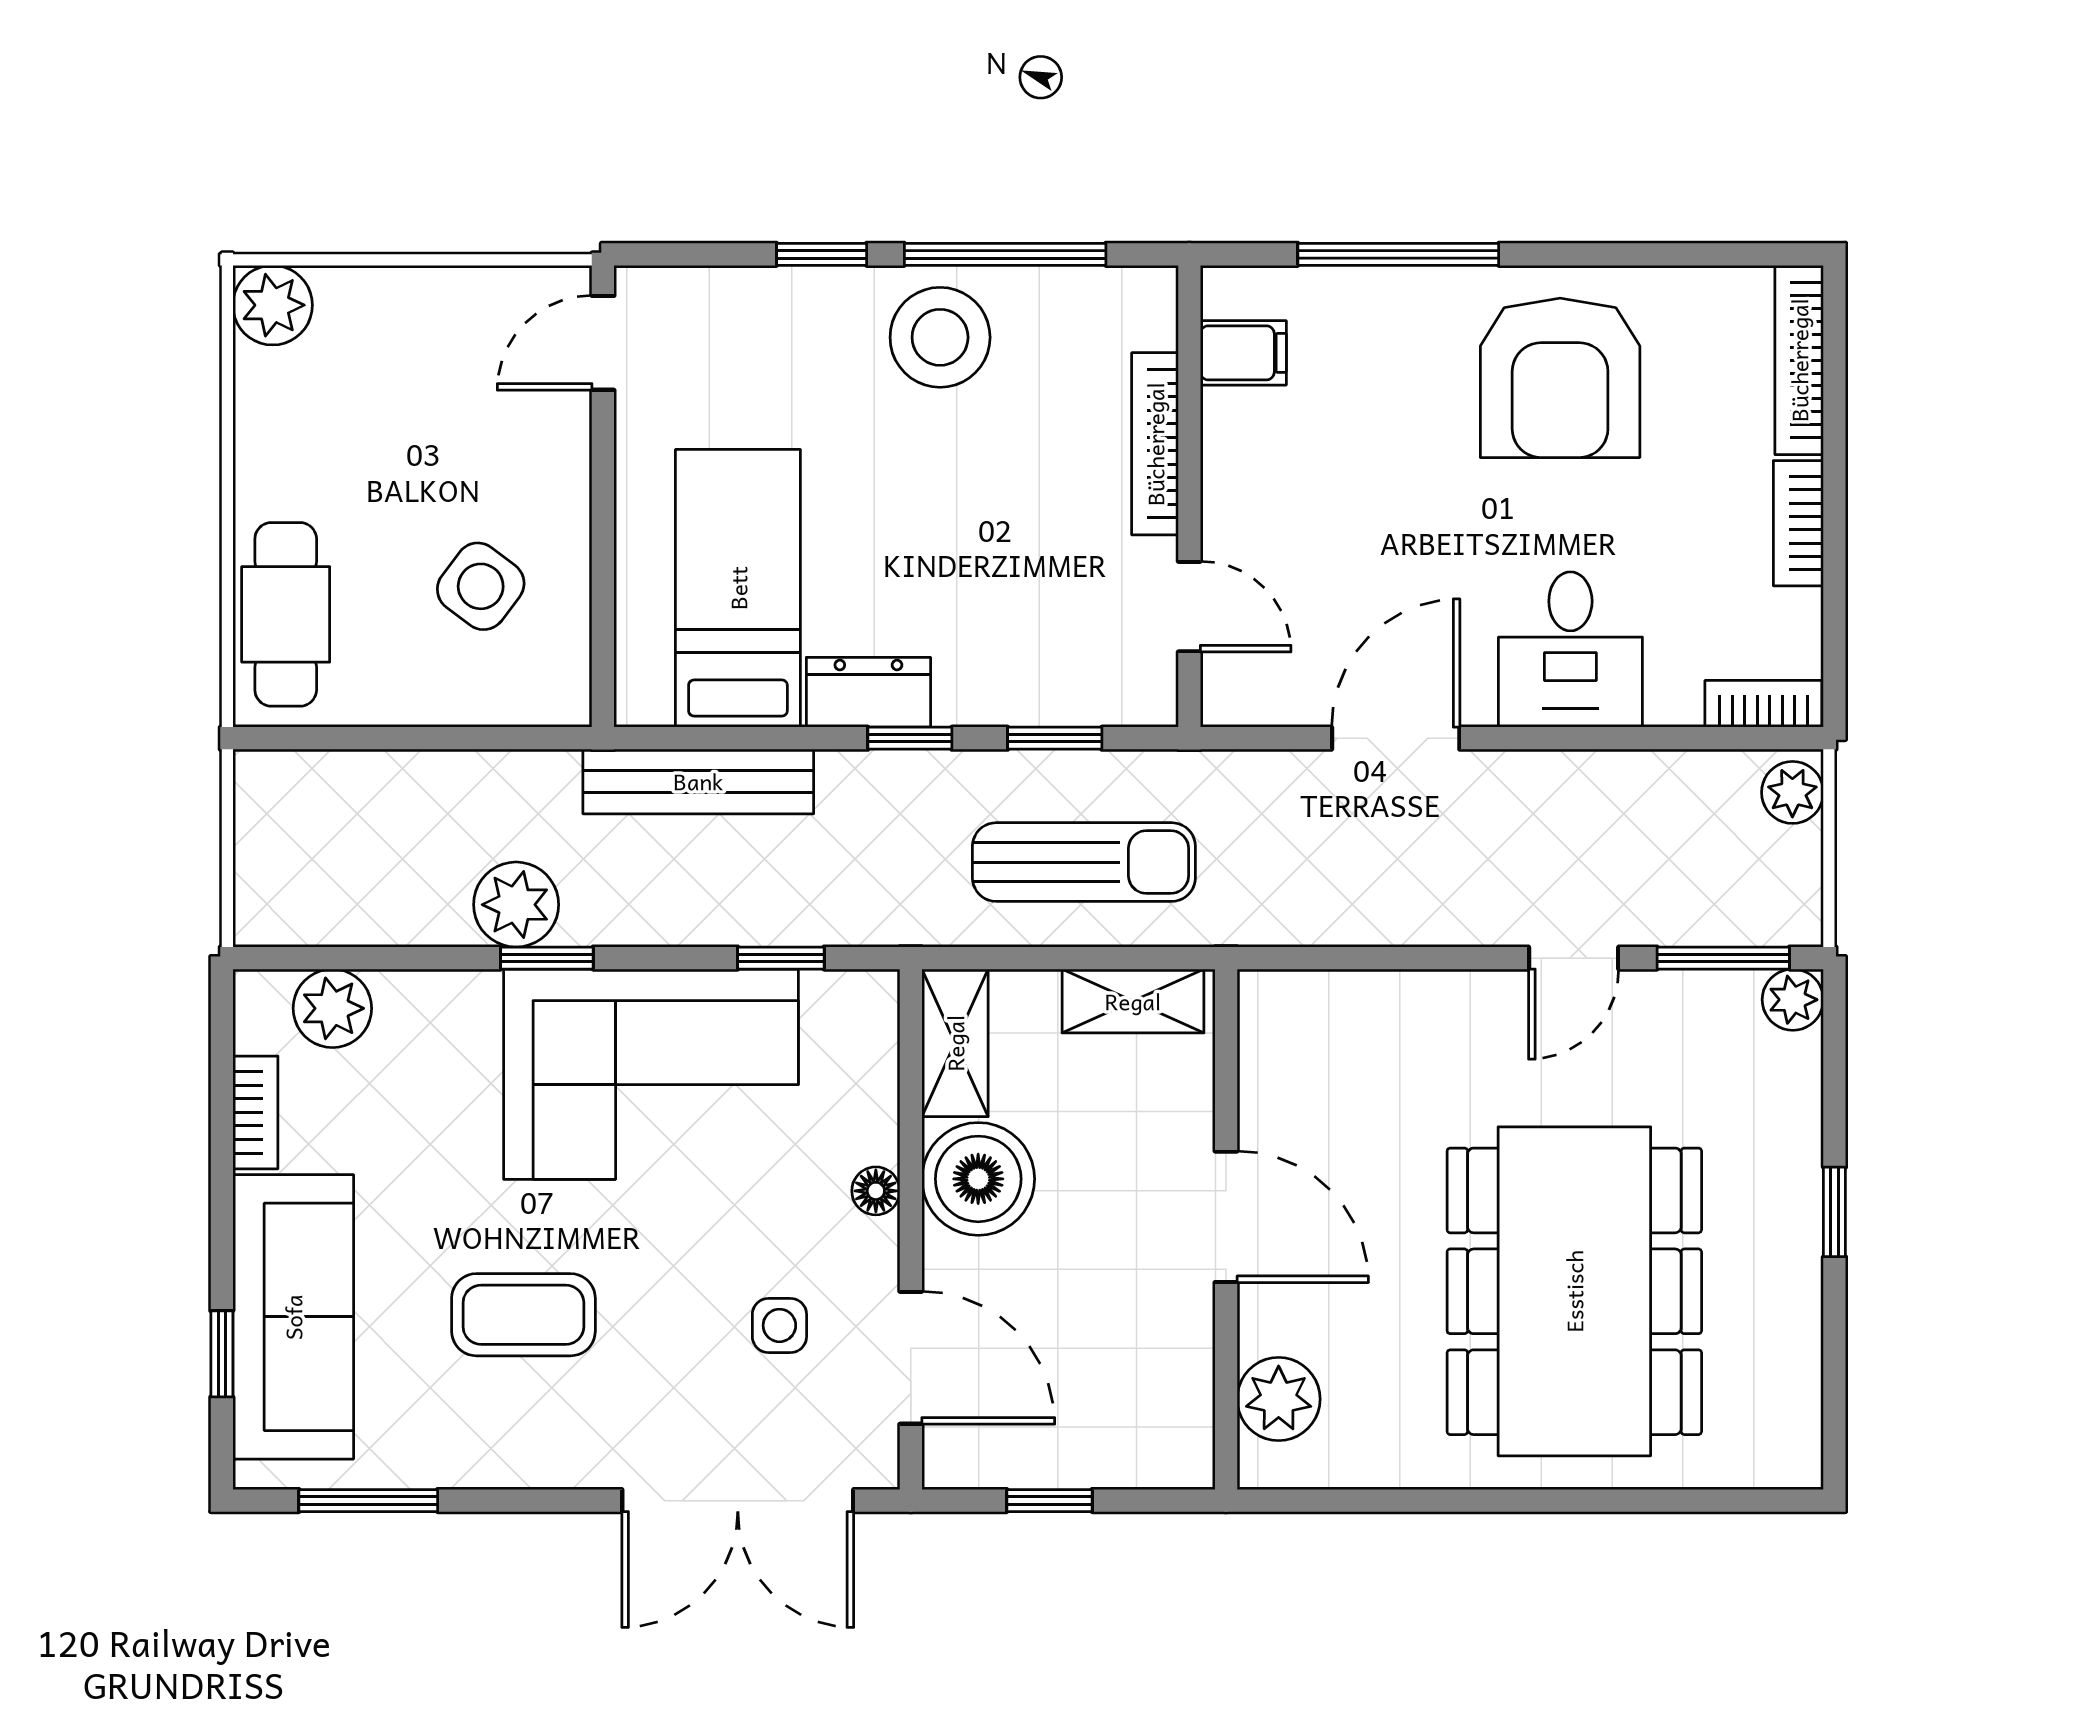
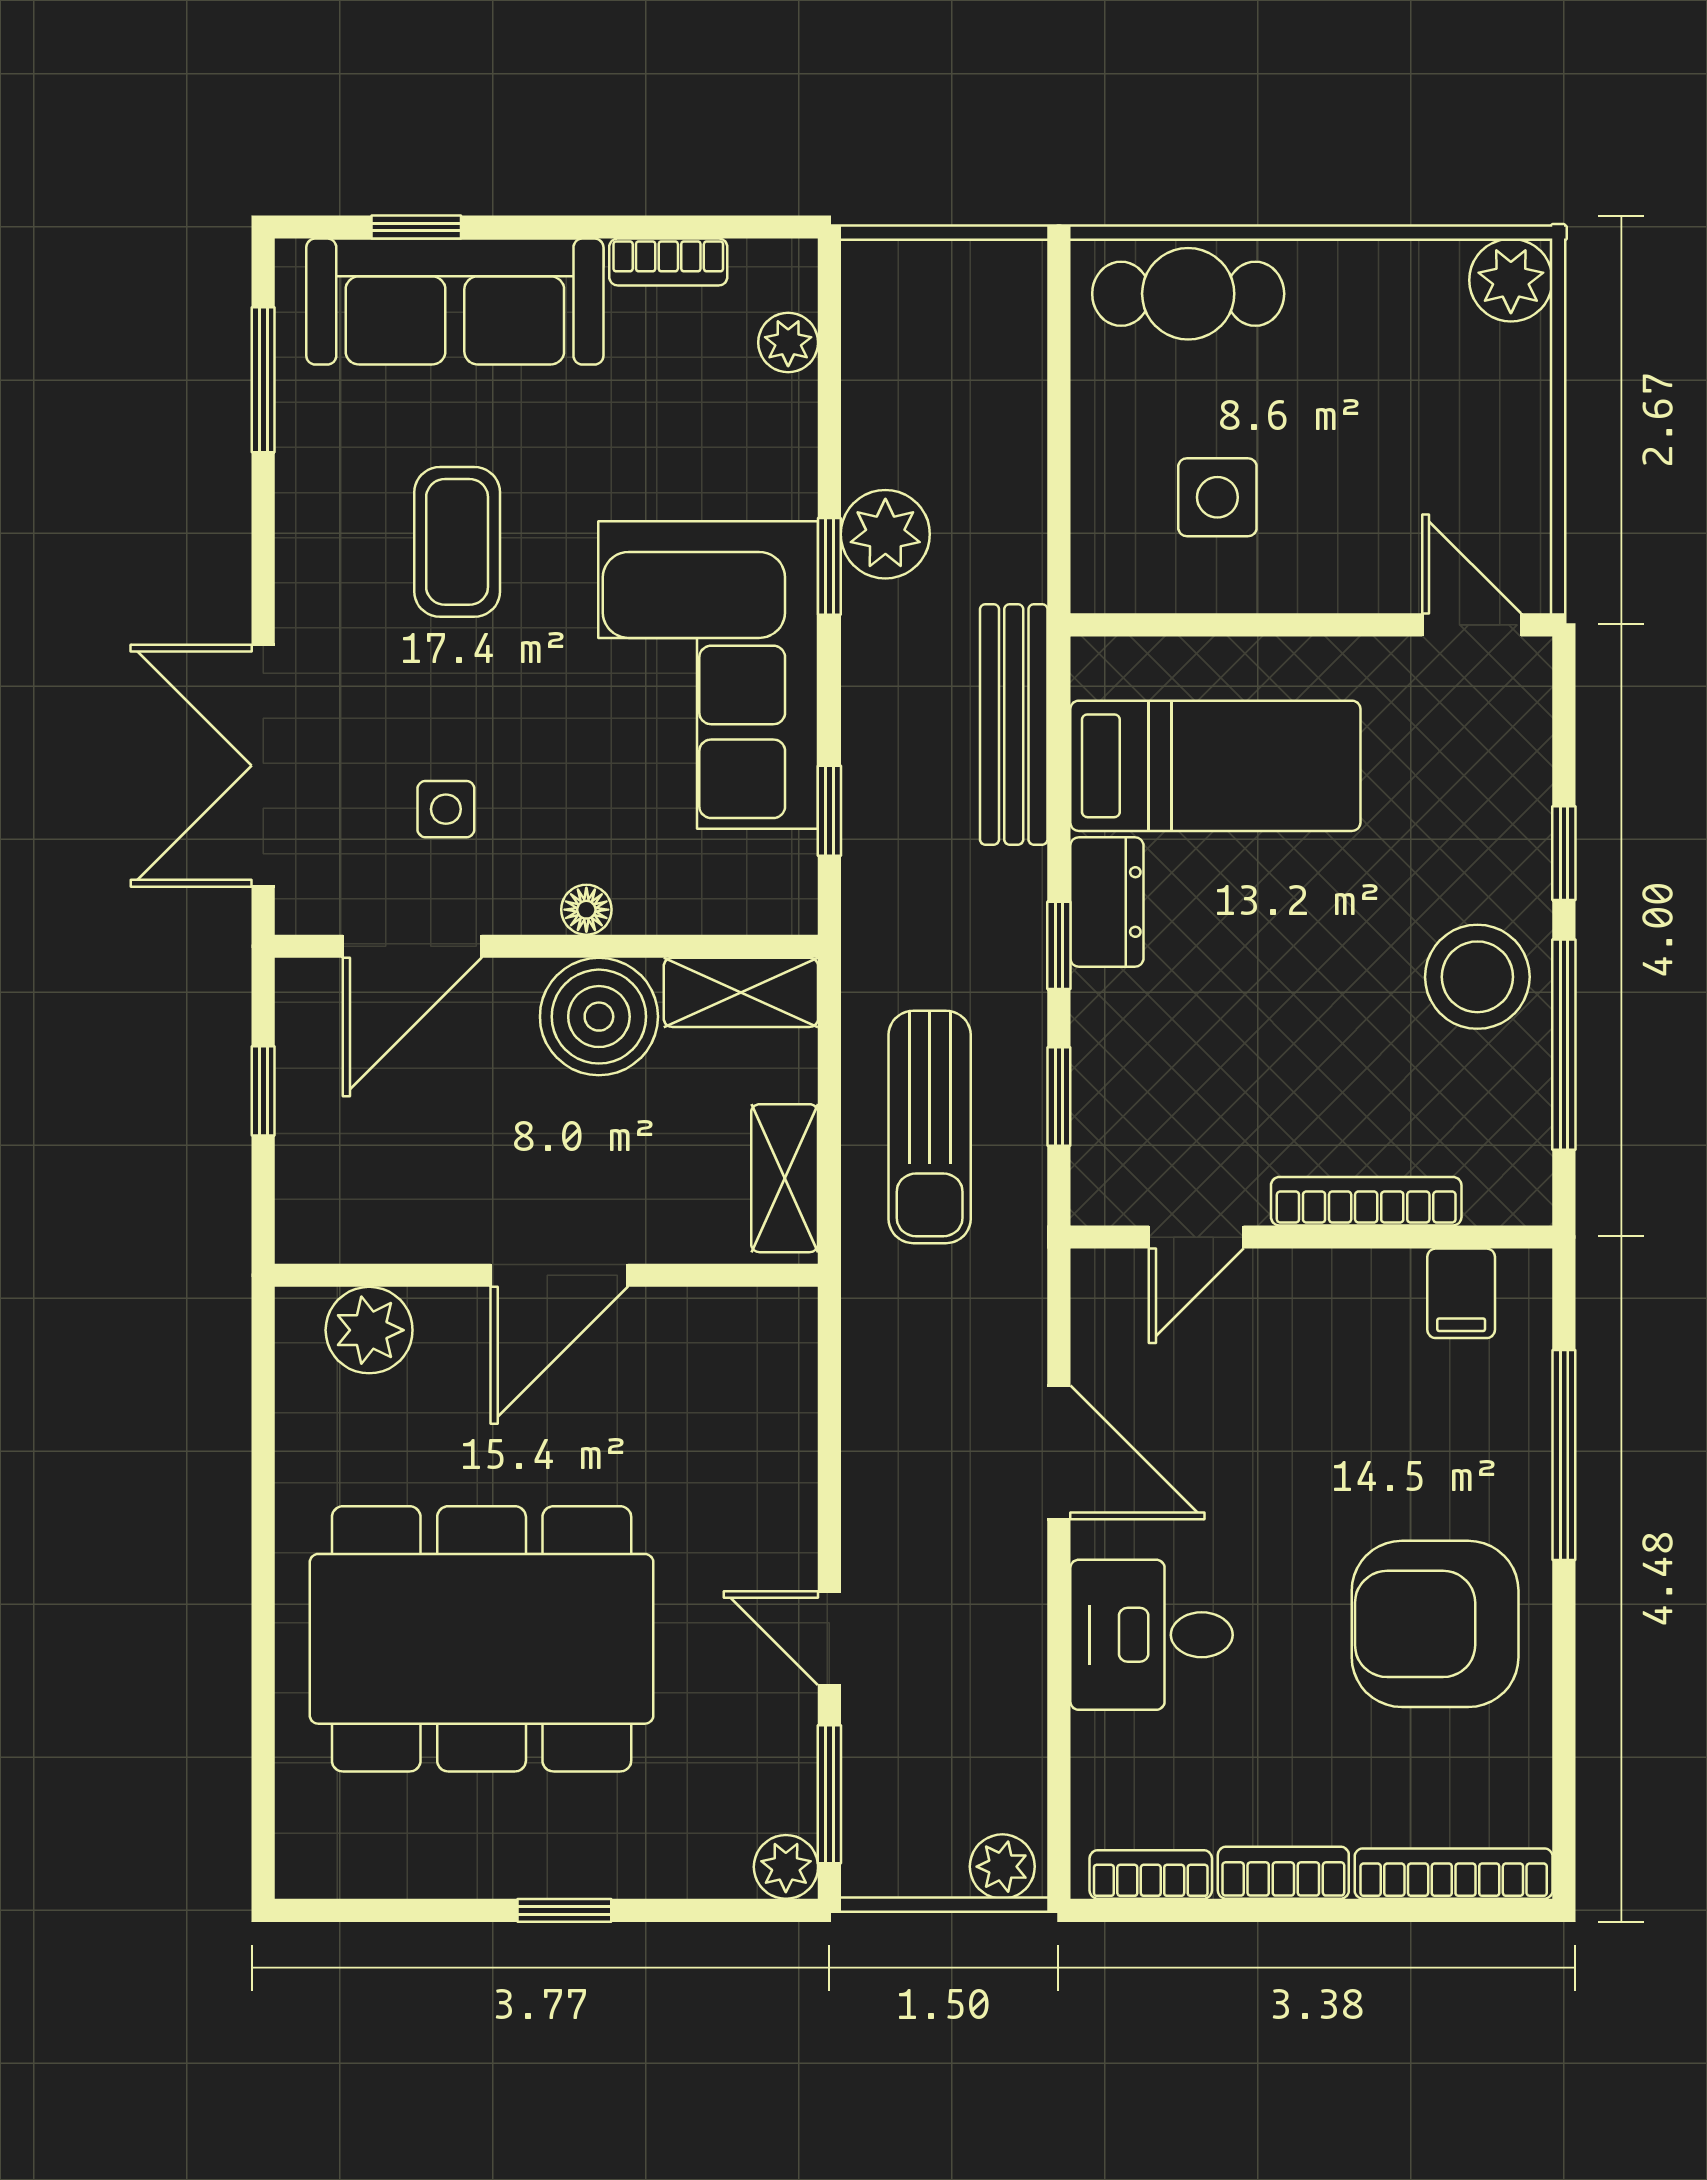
side table: (481, 586) -> (1217, 497), turned -37
bookcase: (1763, 704) -> (1151, 1874), moved, turned -90
plant: (332, 1008) -> (788, 343), width x0.73, depth x0.73

